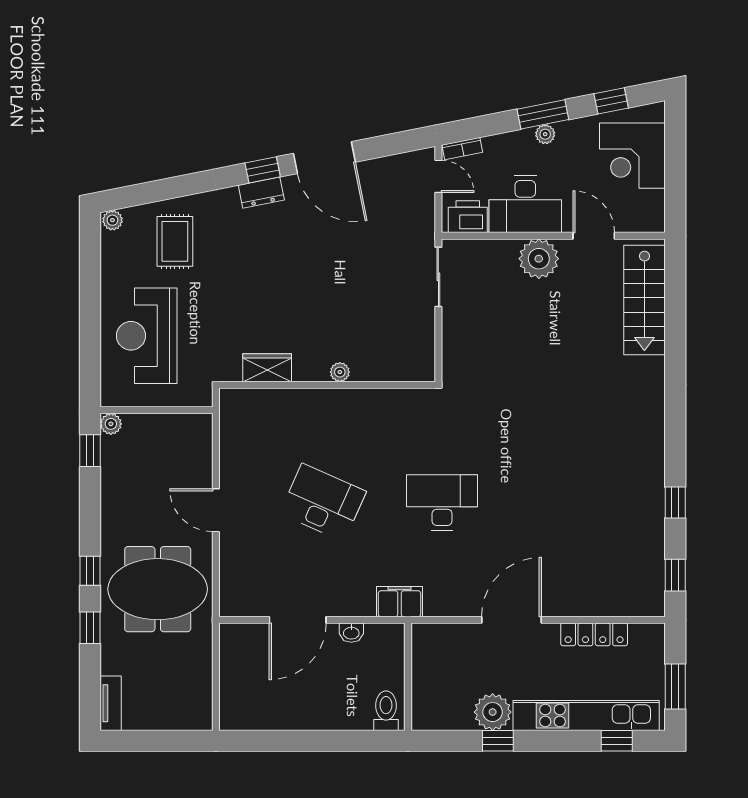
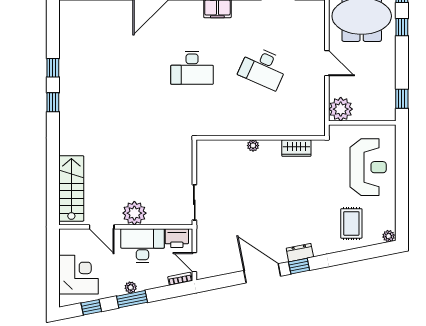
plant: (111, 424) -> (341, 109), moved, width x1.87, depth x1.87
window: (675, 575) -> (53, 102), moved

